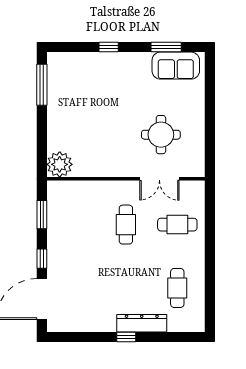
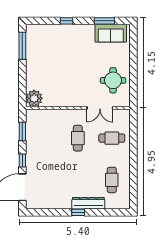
round table: (161, 135) -> (113, 80), moved

